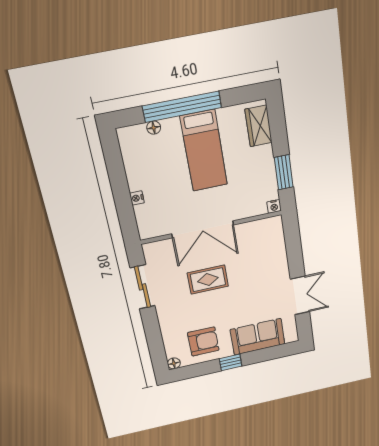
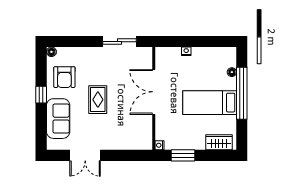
rug: (208, 280) -> (98, 100), moved

